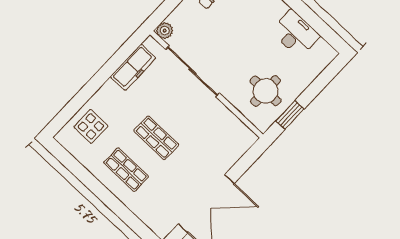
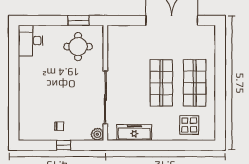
desk: (295, 34) -> (31, 41), moved
shop shelf: (156, 138) -> (161, 83), width x1.43, depth x1.36
shop shelf: (126, 170) -> (195, 83), width x1.43, depth x1.36

